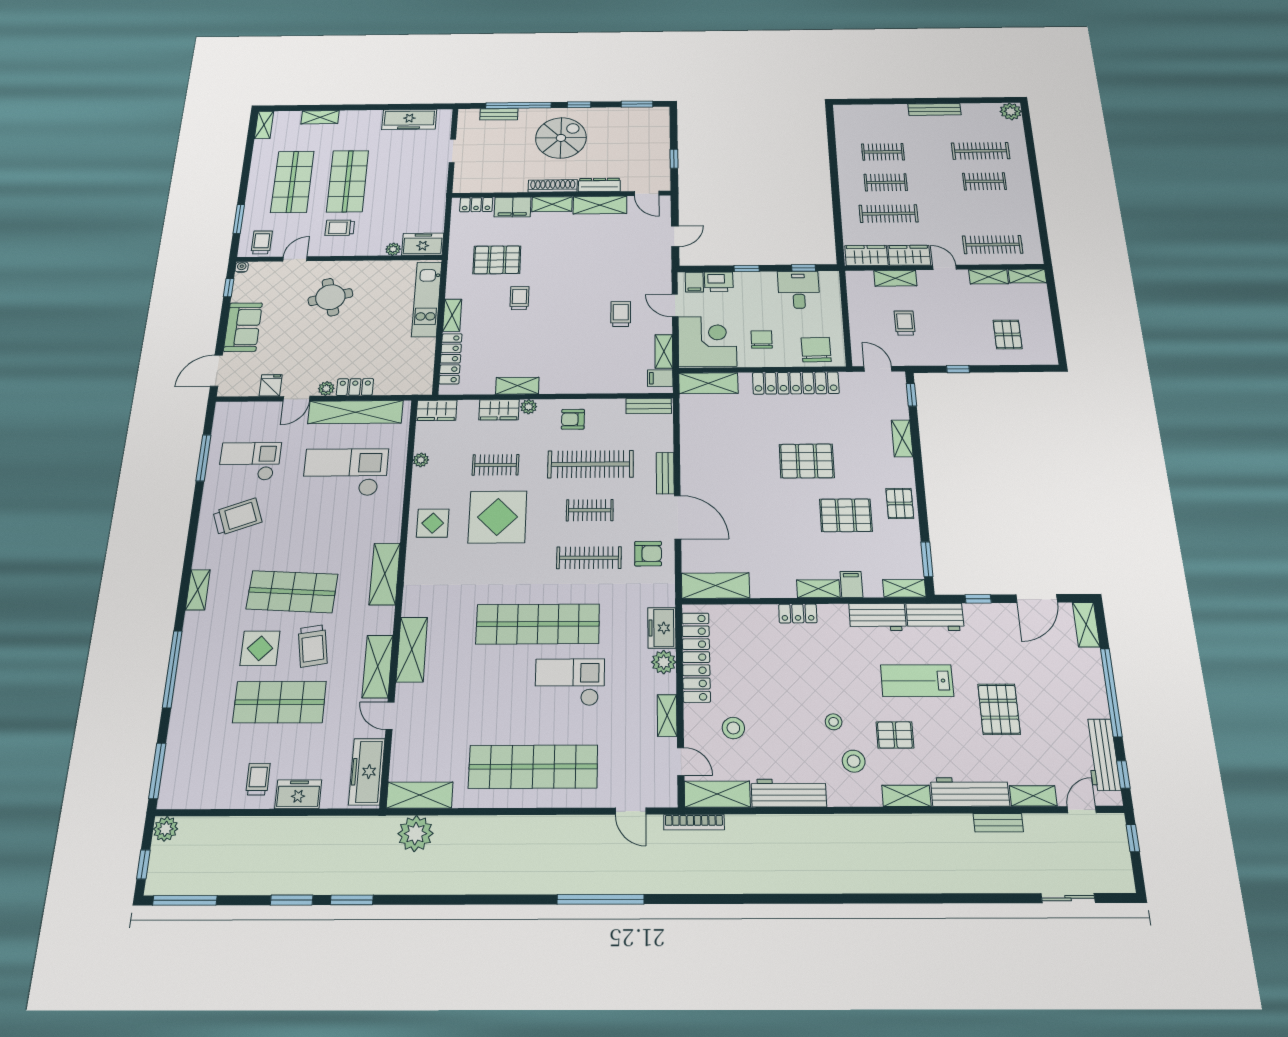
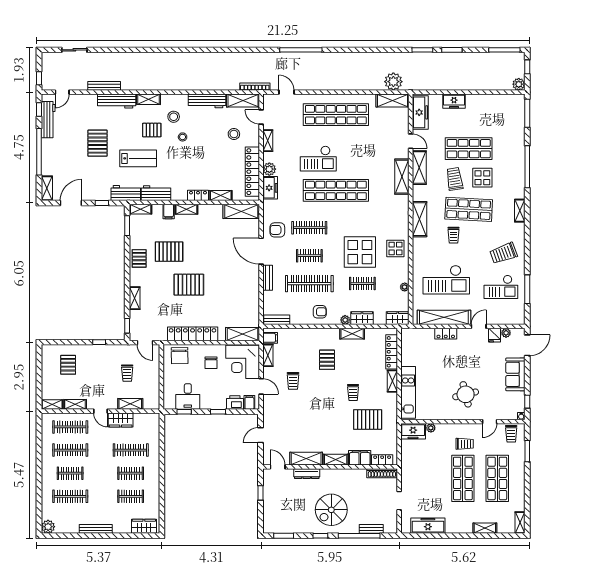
shoe rack: (553, 186) -> (382, 473), moved
clothes rail: (988, 213) -> (70, 450), added
wardrobe: (866, 255) -> (144, 526), moved, turned 180
pallet: (562, 346) -> (327, 360), added
plant: (326, 388) -> (506, 333), moved
trolley: (258, 779) -> (453, 235), moved
shelving: (1033, 796) -> (221, 196), moved
bench: (998, 823) -> (104, 86), width x1.36

